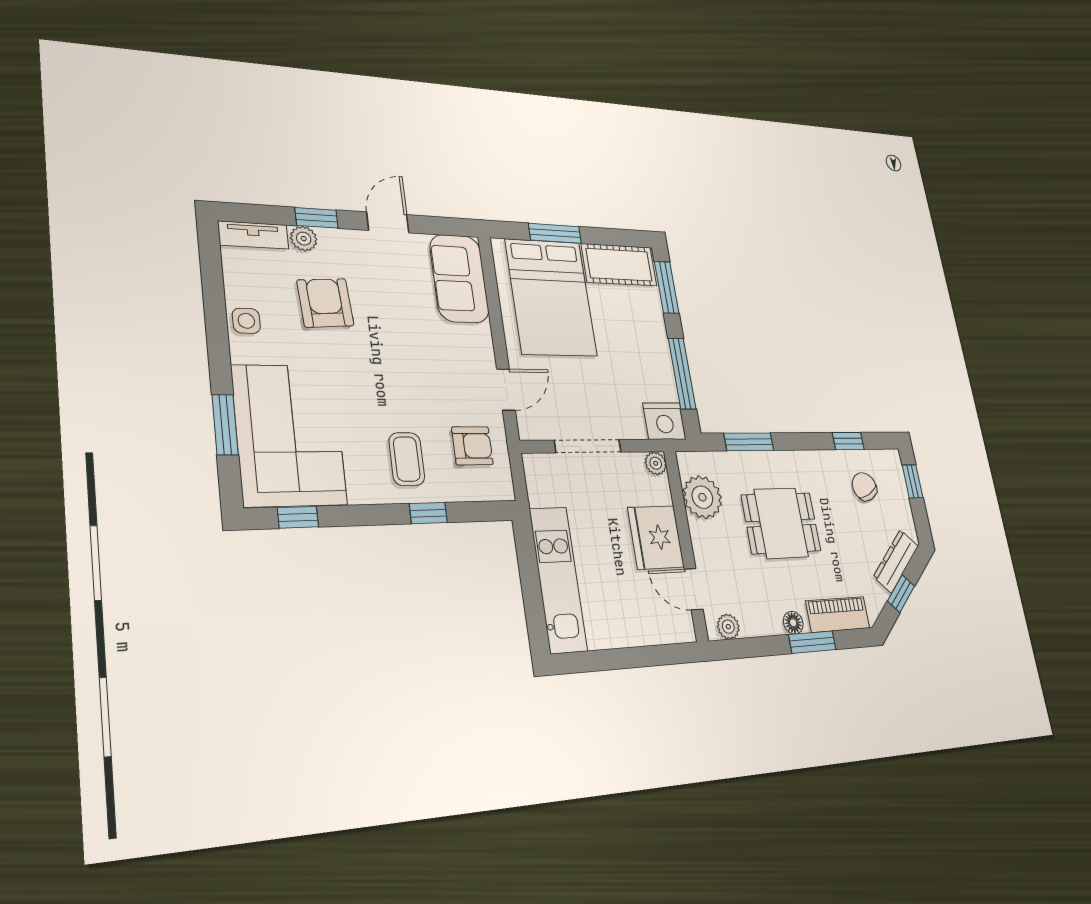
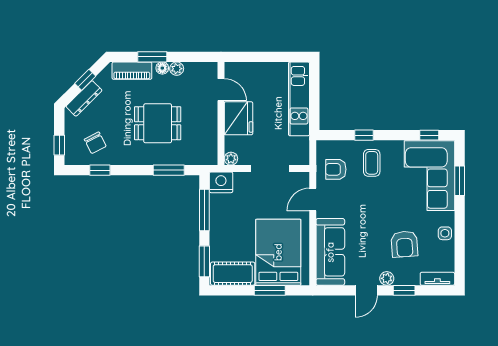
plant: (304, 239) -> (387, 278), moved
sofa: (459, 278) -> (330, 252), width x1.36
plant: (702, 497) -> (205, 139), removed
plant: (728, 627) -> (177, 69), moved

